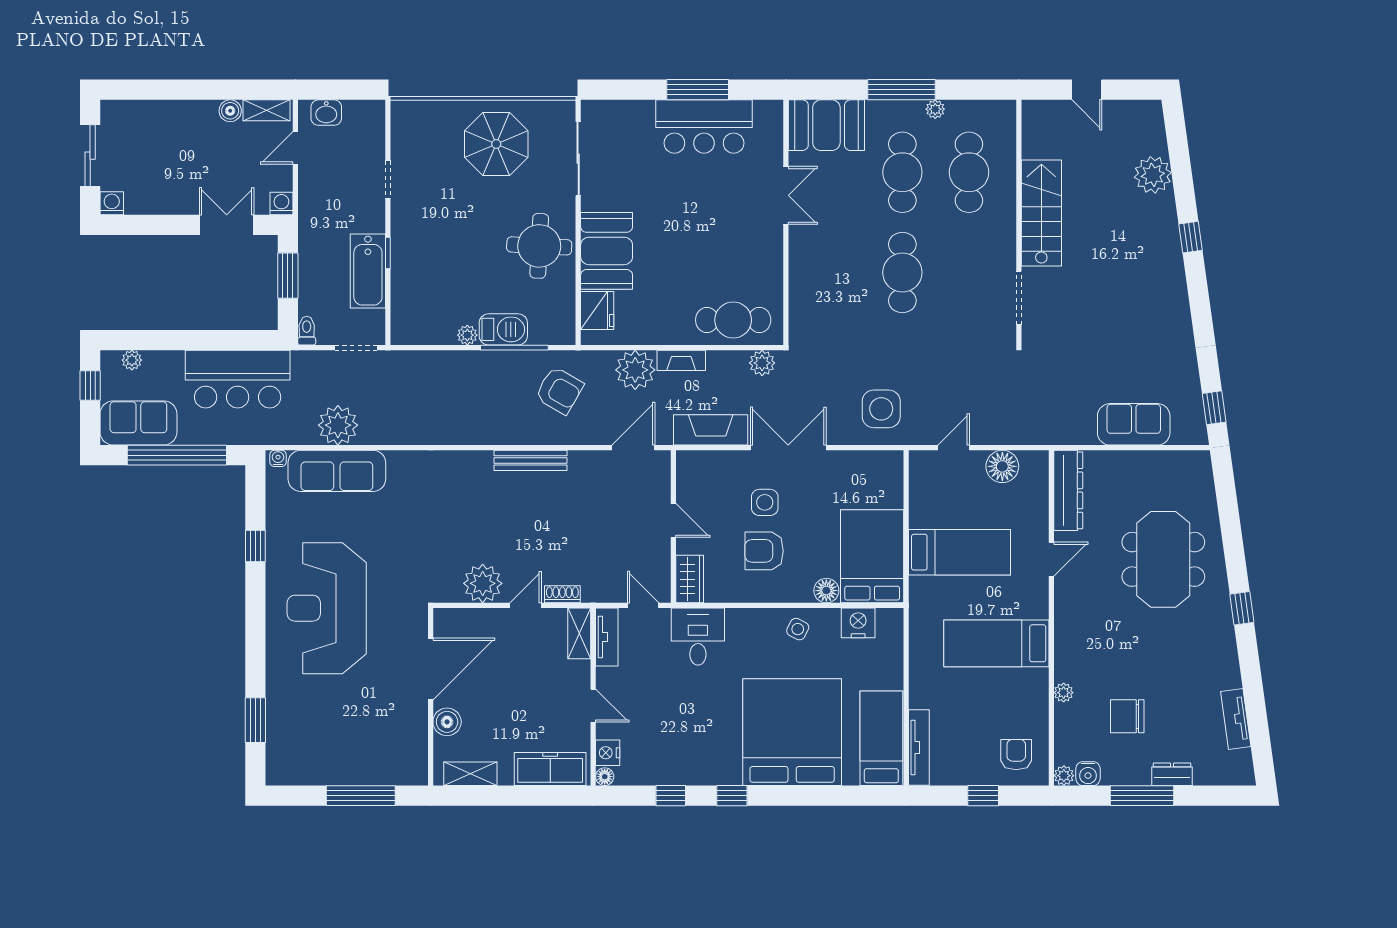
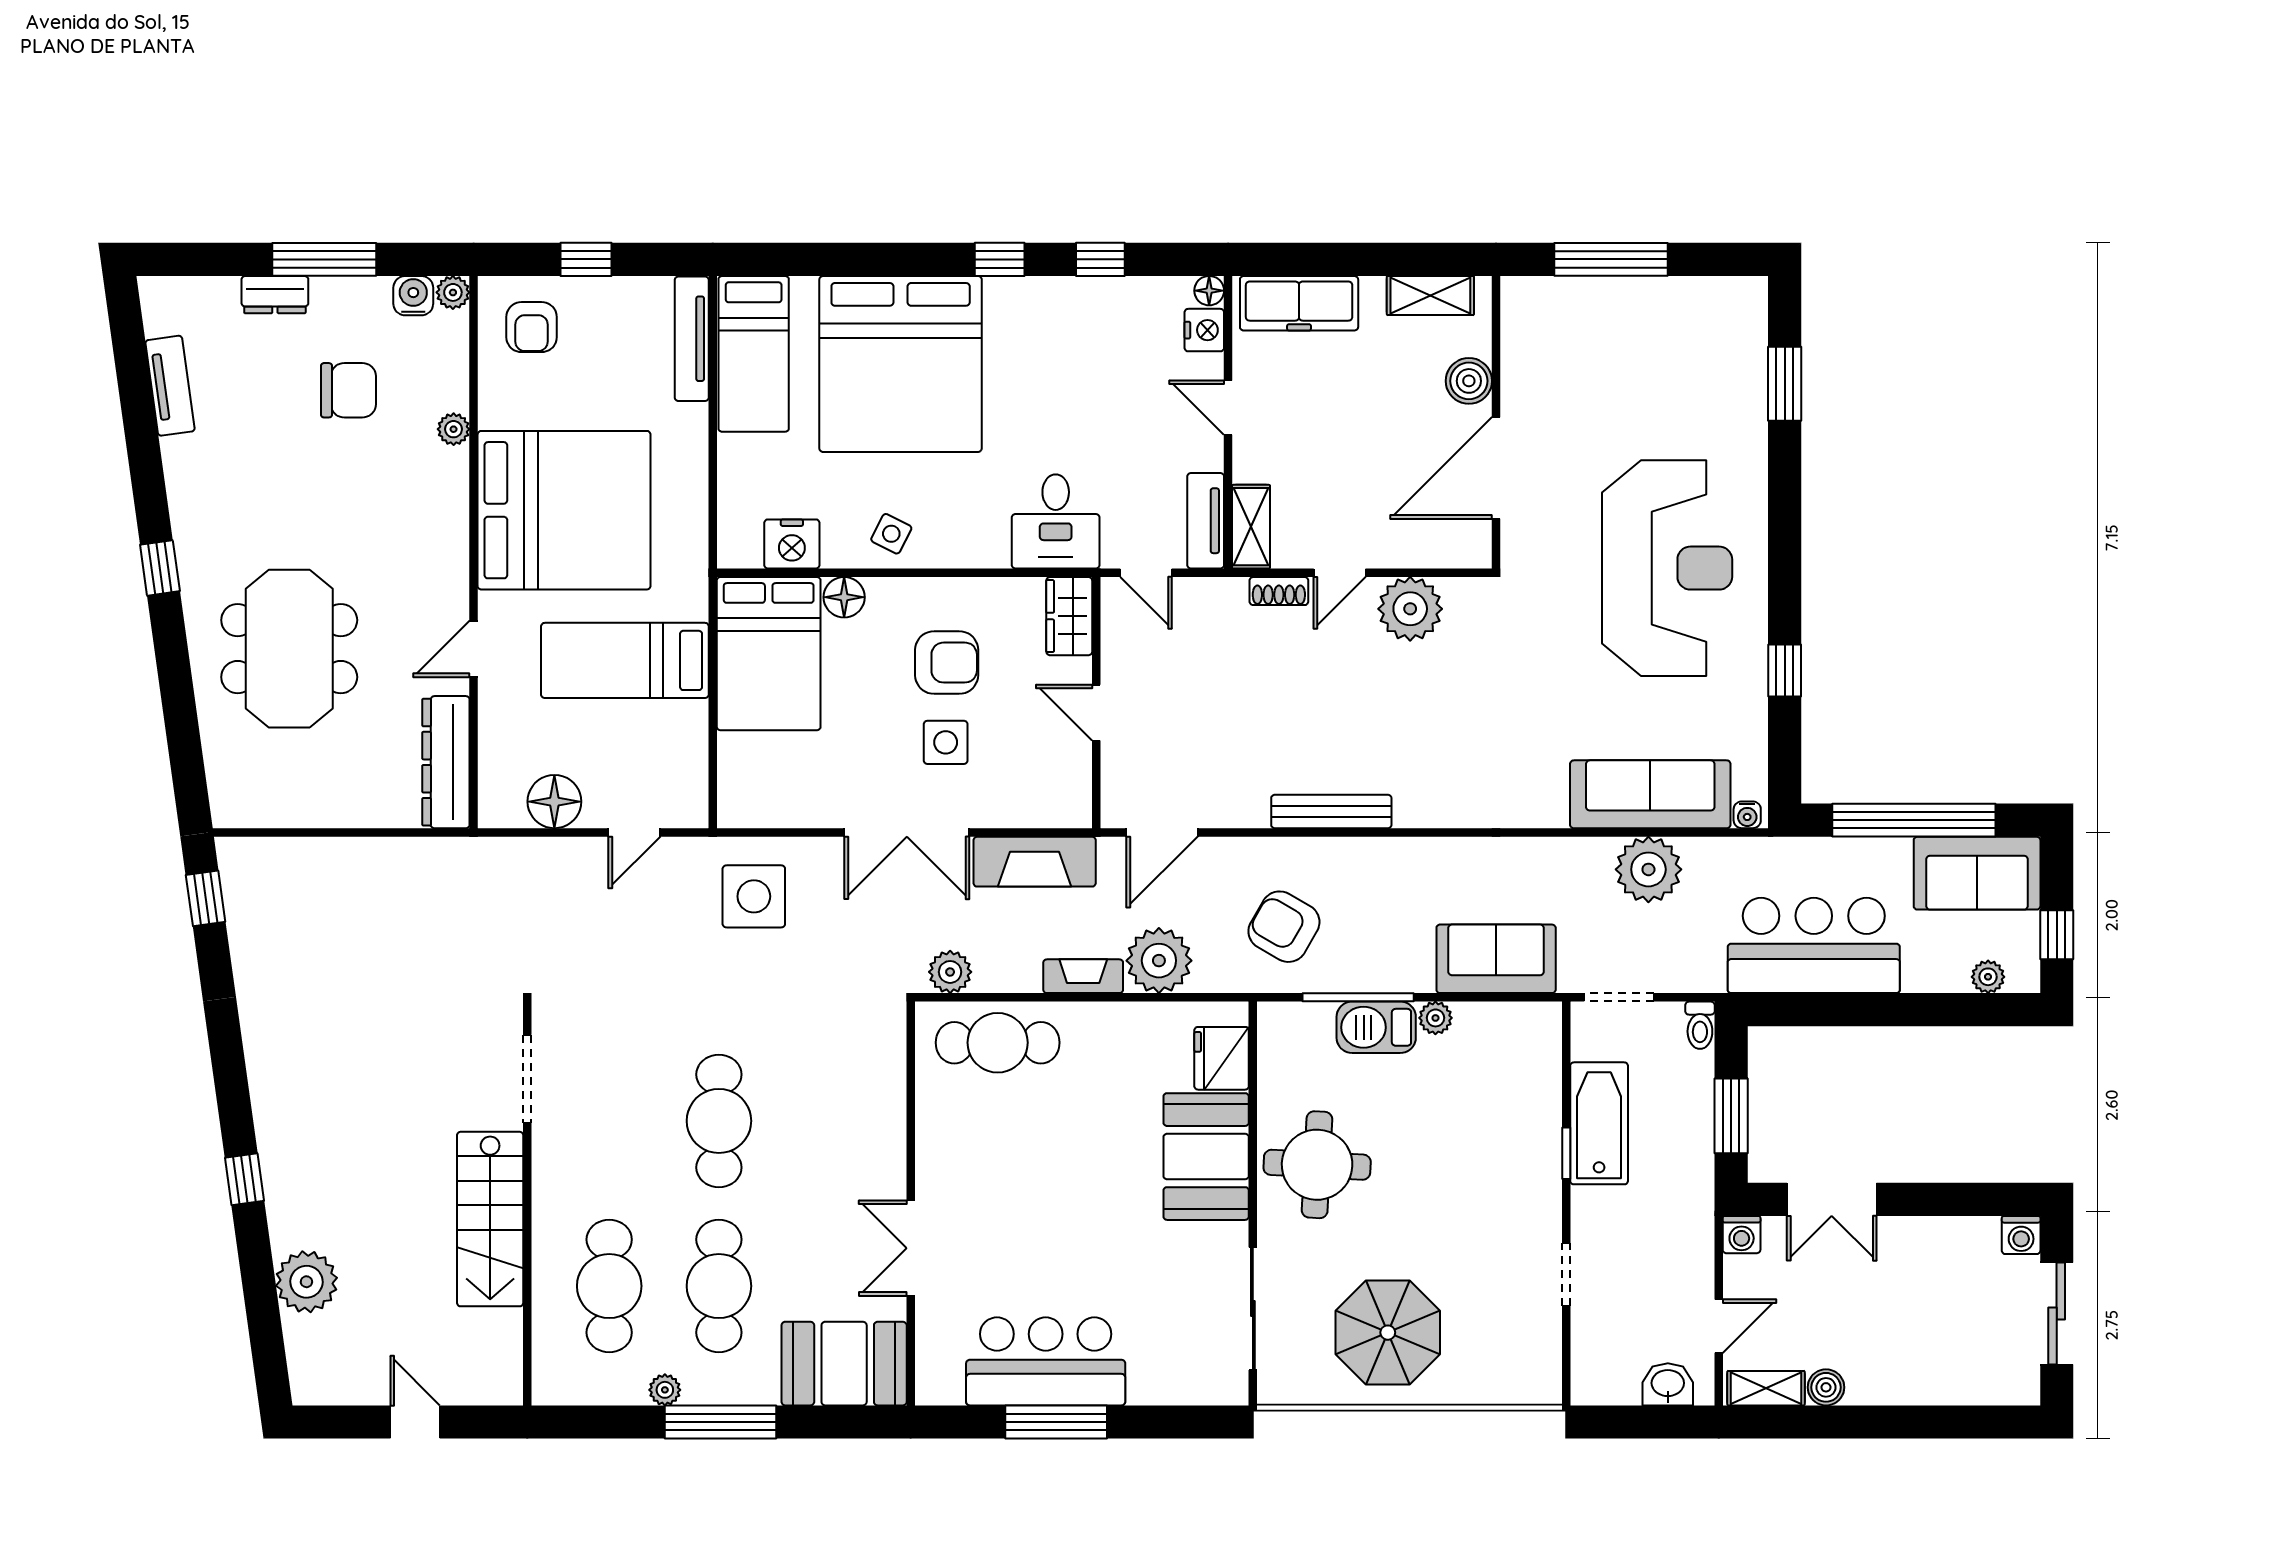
sofa: (1134, 424) -> (1496, 959), moved, turned 180
bed: (996, 643) -> (564, 510), width x2.04

